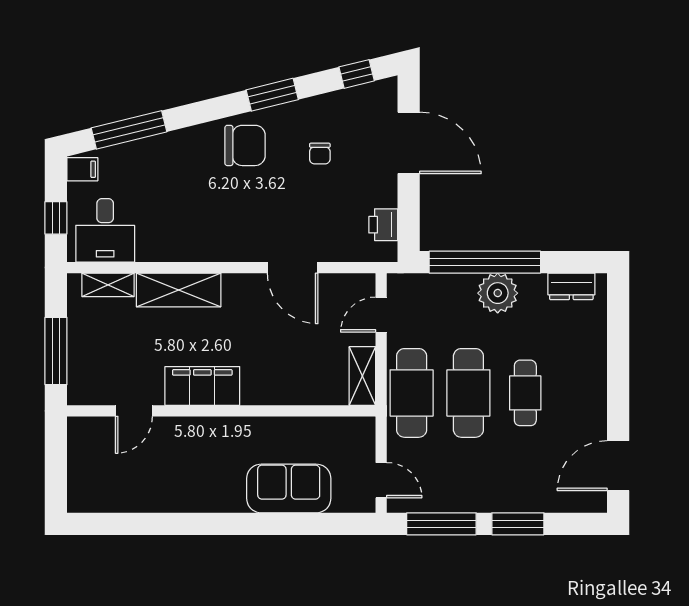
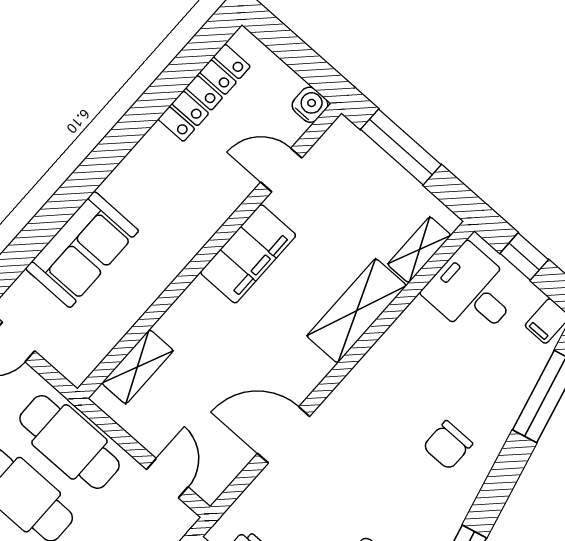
chair: (245, 145) -> (448, 445), moved, width x0.73, depth x0.73
shelving: (362, 376) -> (138, 367), moved, turned 90
door: (134, 411) -> (281, 170), hinge flipped
water cooler: (79, 429) -> (310, 105), added
locker: (129, 499) -> (204, 93), added

